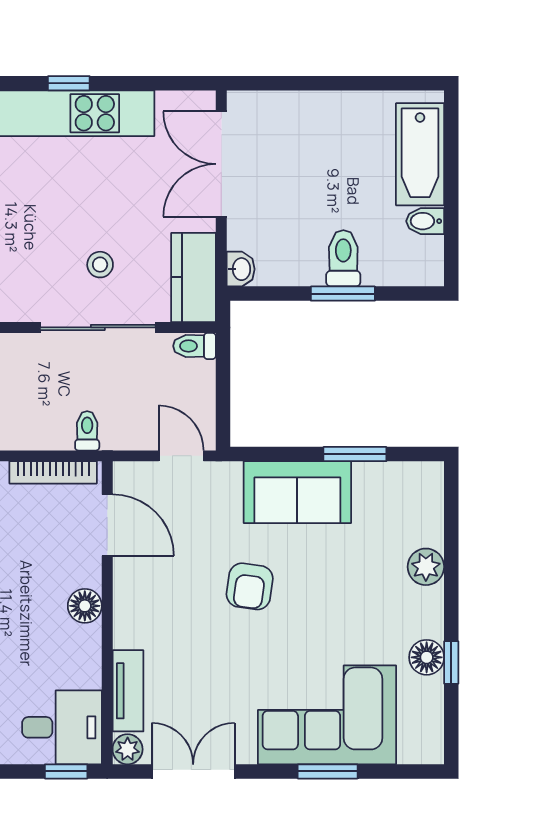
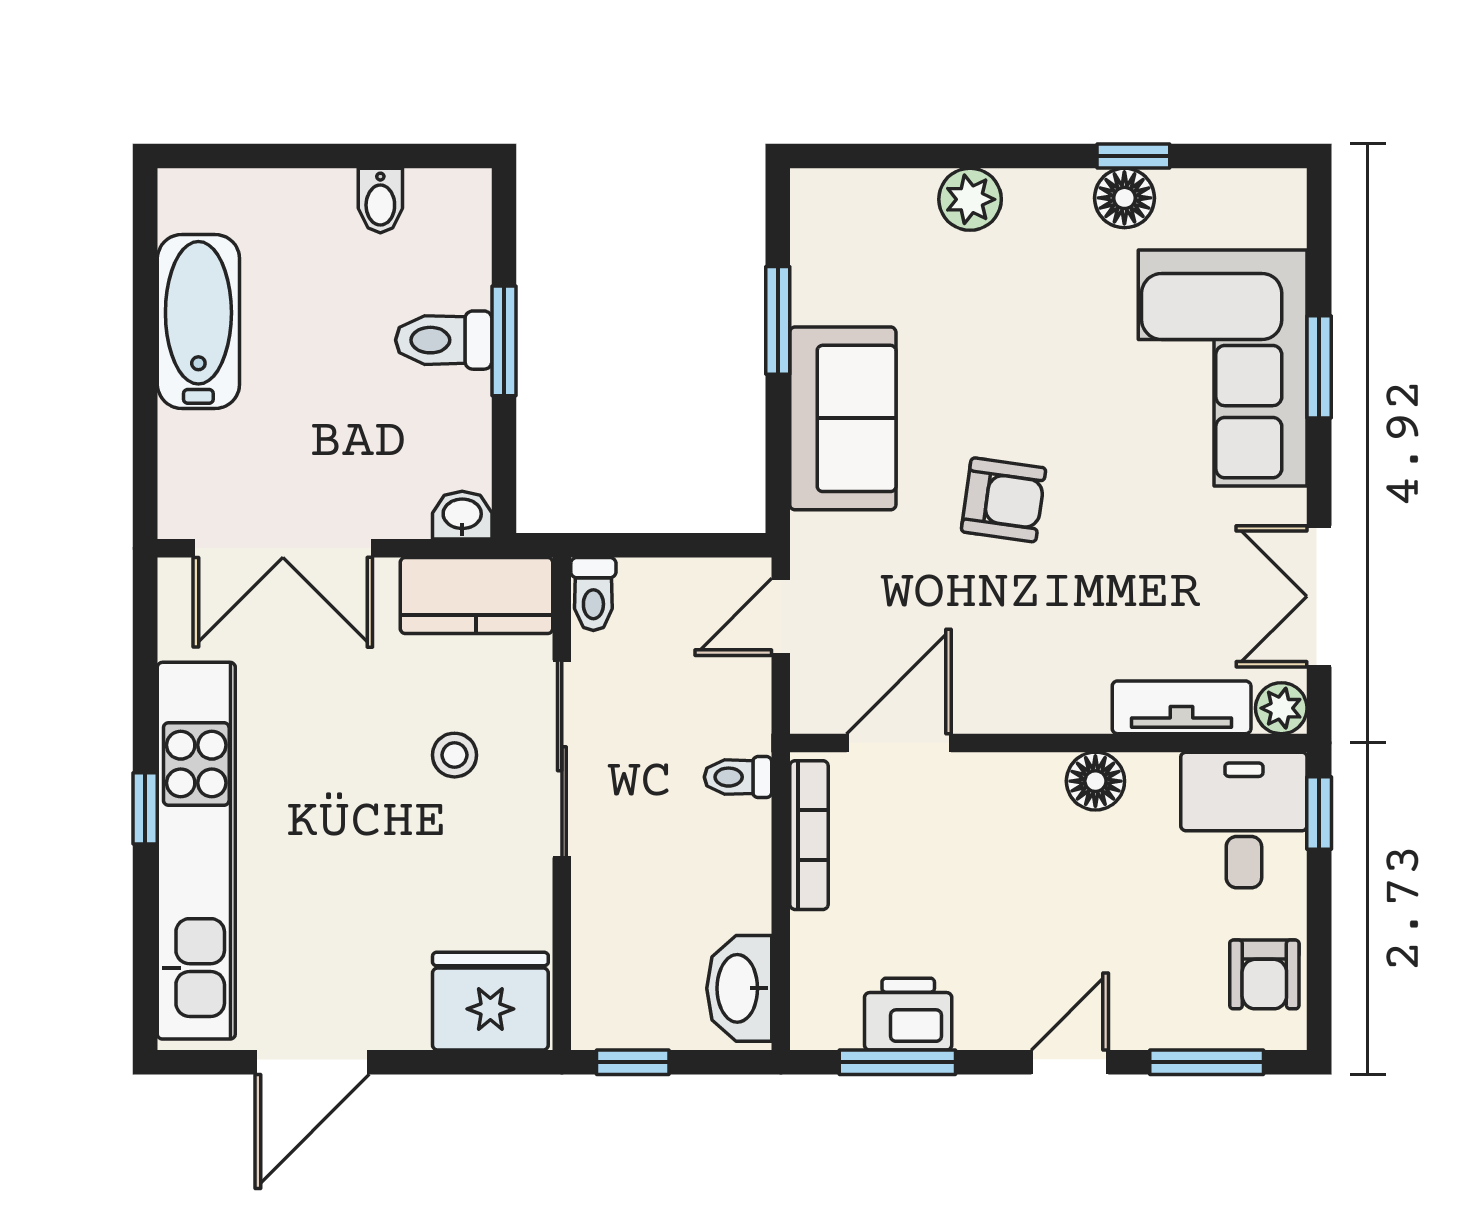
bathtub: (420, 154) -> (198, 321), moved, turned -90
floor lamp: (85, 606) -> (1095, 781), moved

